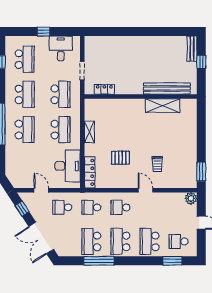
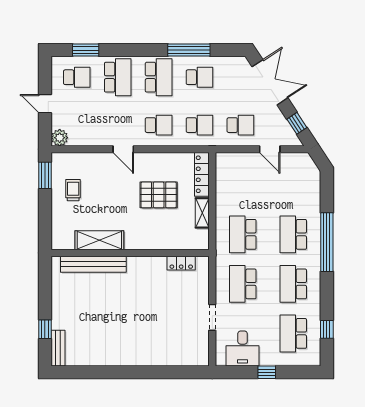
locker: (104, 89) -> (181, 263), moved
bench: (167, 89) -> (93, 264), moved
wall: (141, 97) -> (130, 253), moved
shelving: (163, 106) -> (99, 240), moved
shelving: (89, 132) -> (202, 213), moved
pallet: (120, 158) -> (159, 195), width x1.50, depth x1.42
trolley: (157, 164) -> (73, 190), moved
desk: (68, 166) -> (233, 183), removed
school desk: (91, 241) -> (199, 77), width x0.54

